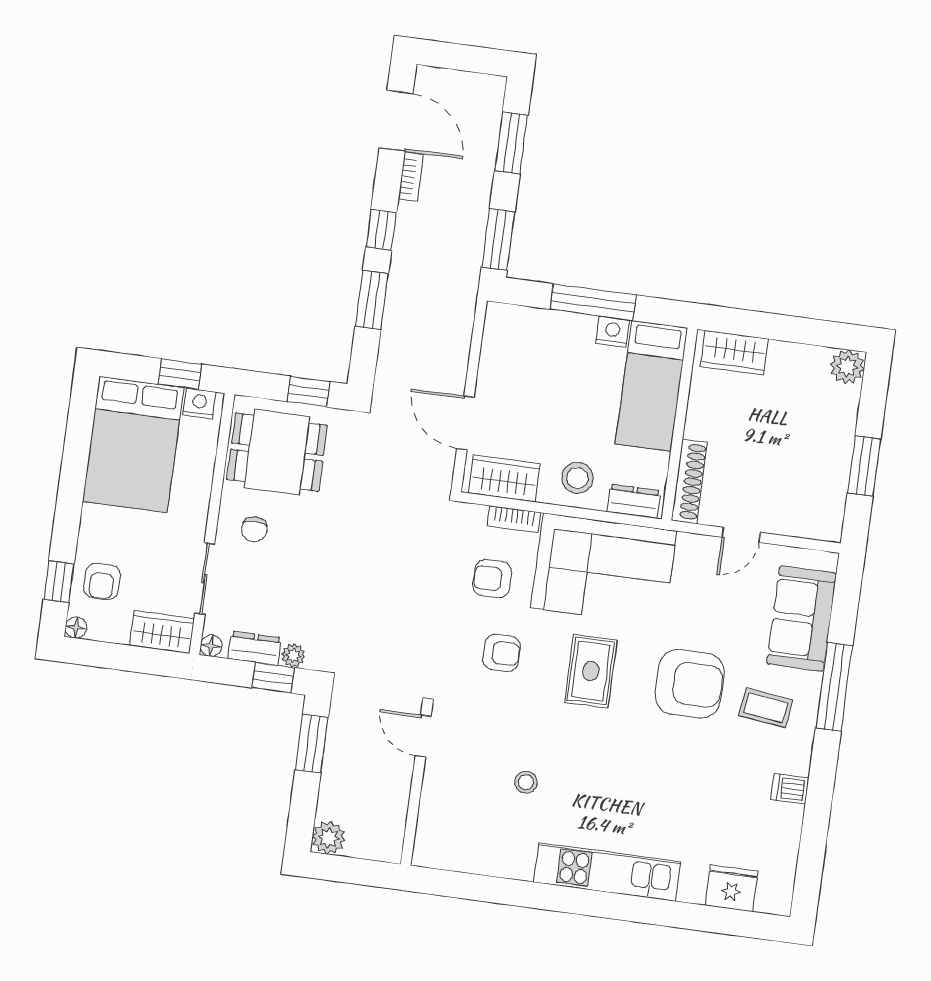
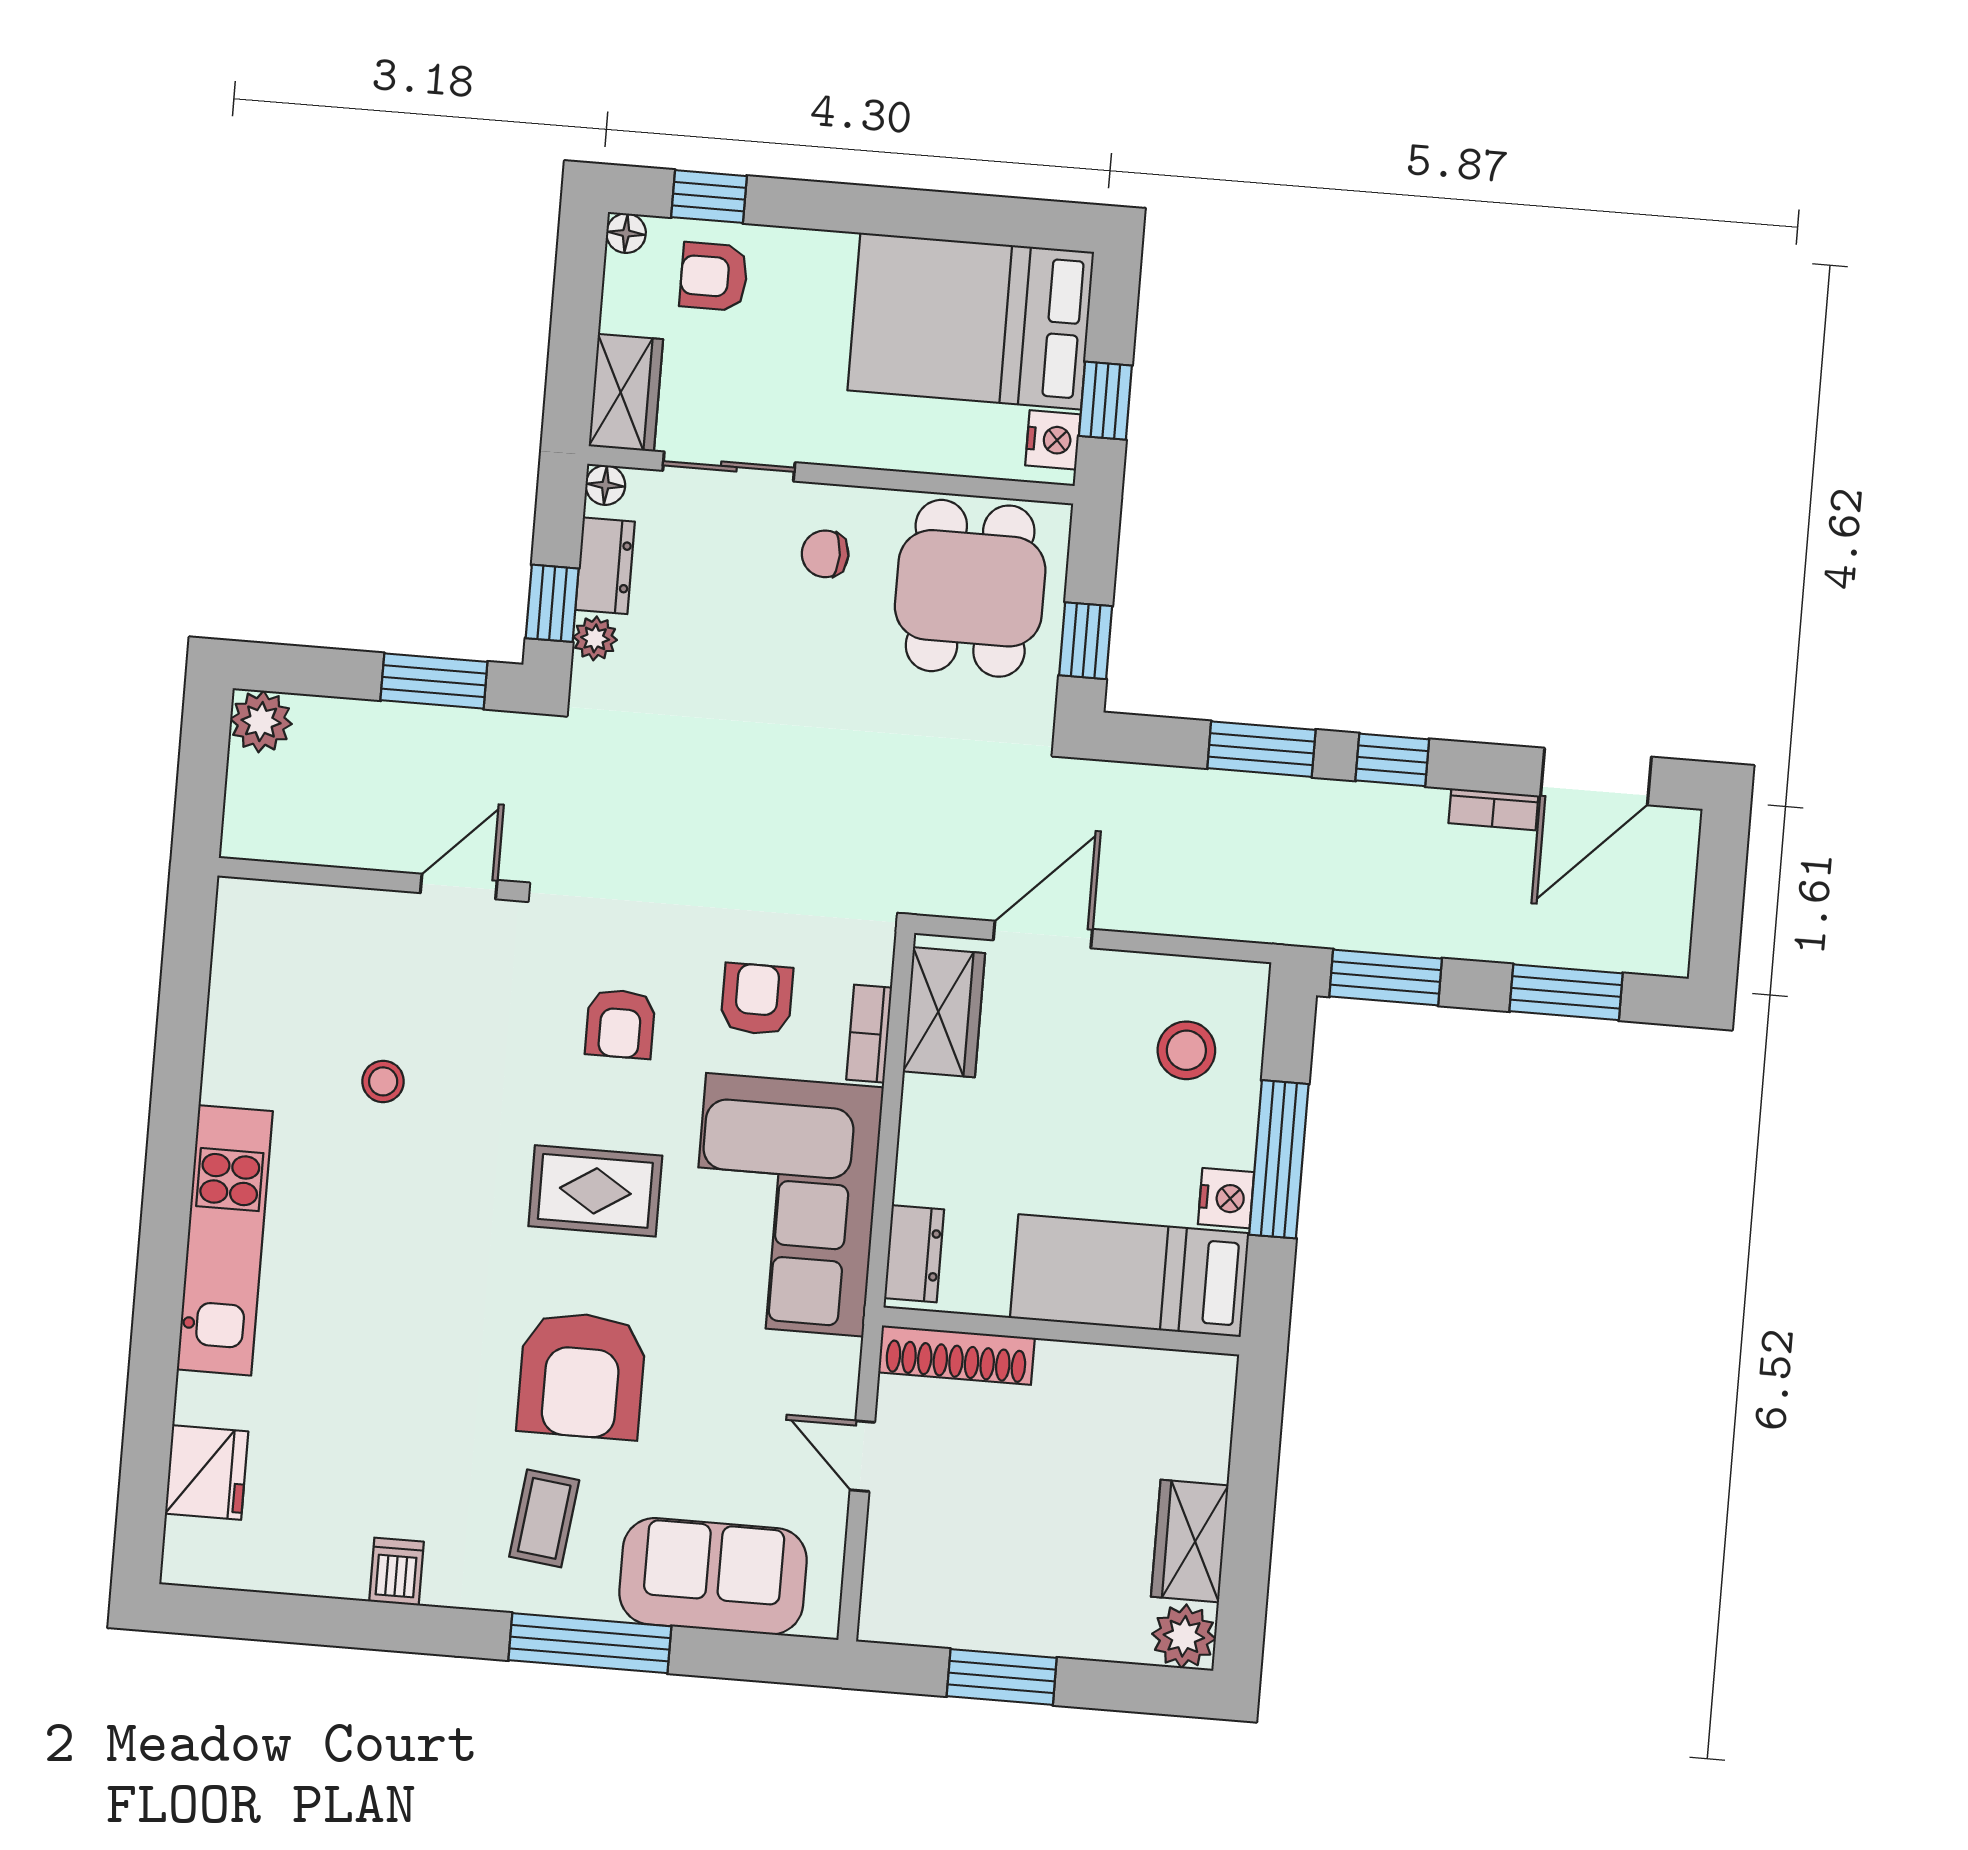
wardrobe: (734, 353) -> (1190, 1541), moved
stool: (577, 478) -> (1186, 1050), moved

